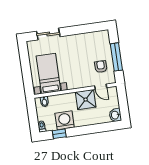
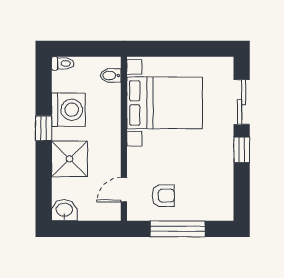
window: (72, 31) -> (242, 150), added
bed with nightstands: (48, 73) -> (165, 103), width x1.36
shower: (86, 100) -> (69, 159), moved
window: (59, 134) -> (44, 128), moved

